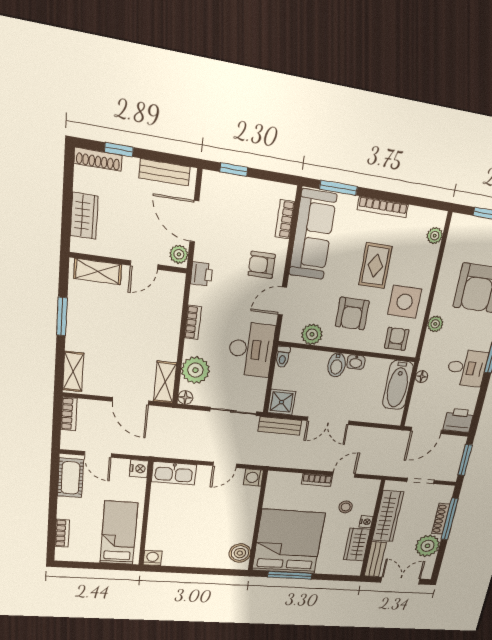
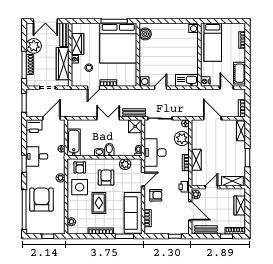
shelving: (165, 382) -> (196, 160), moved

